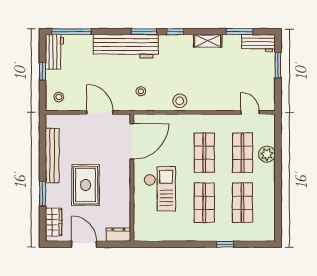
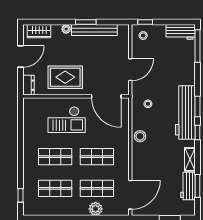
workbench: (258, 43) -> (188, 186), moved
workbench: (126, 46) -> (185, 112), moved
window: (43, 71) -> (145, 22), moved
door: (250, 112) -> (130, 195), width x1.87
rug: (86, 185) -> (65, 77), moved
plant: (51, 190) -> (66, 29), added
window: (43, 194) -> (86, 22), moved
window: (225, 244) -> (21, 195), moved

